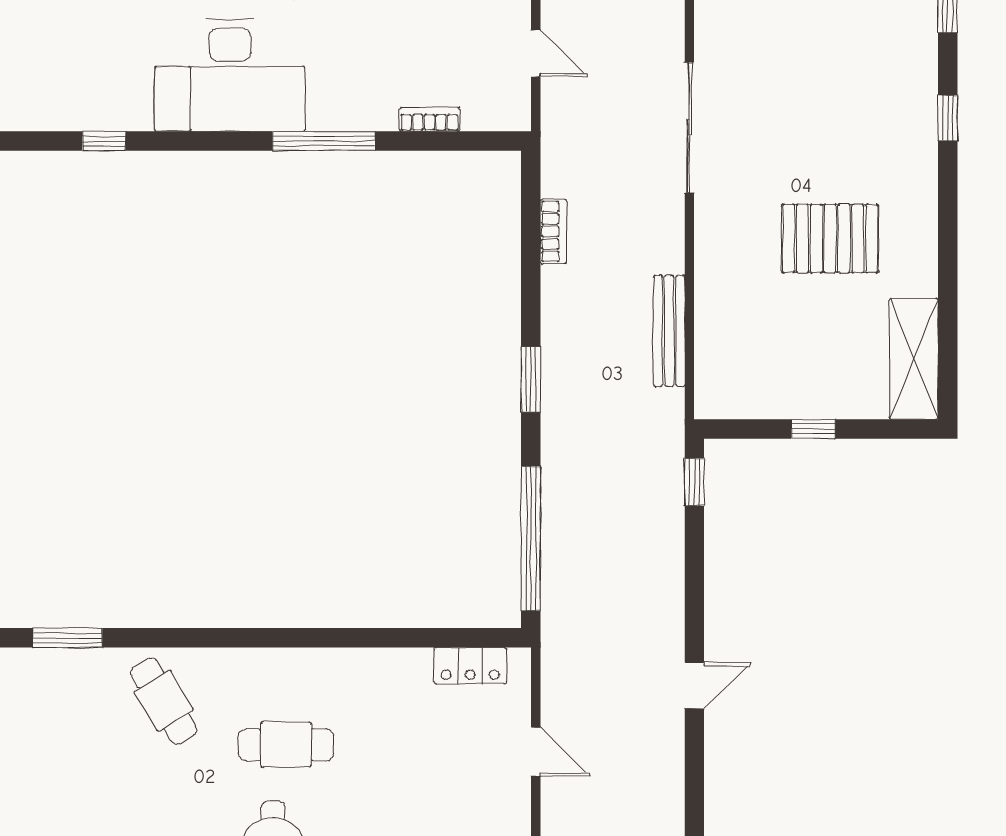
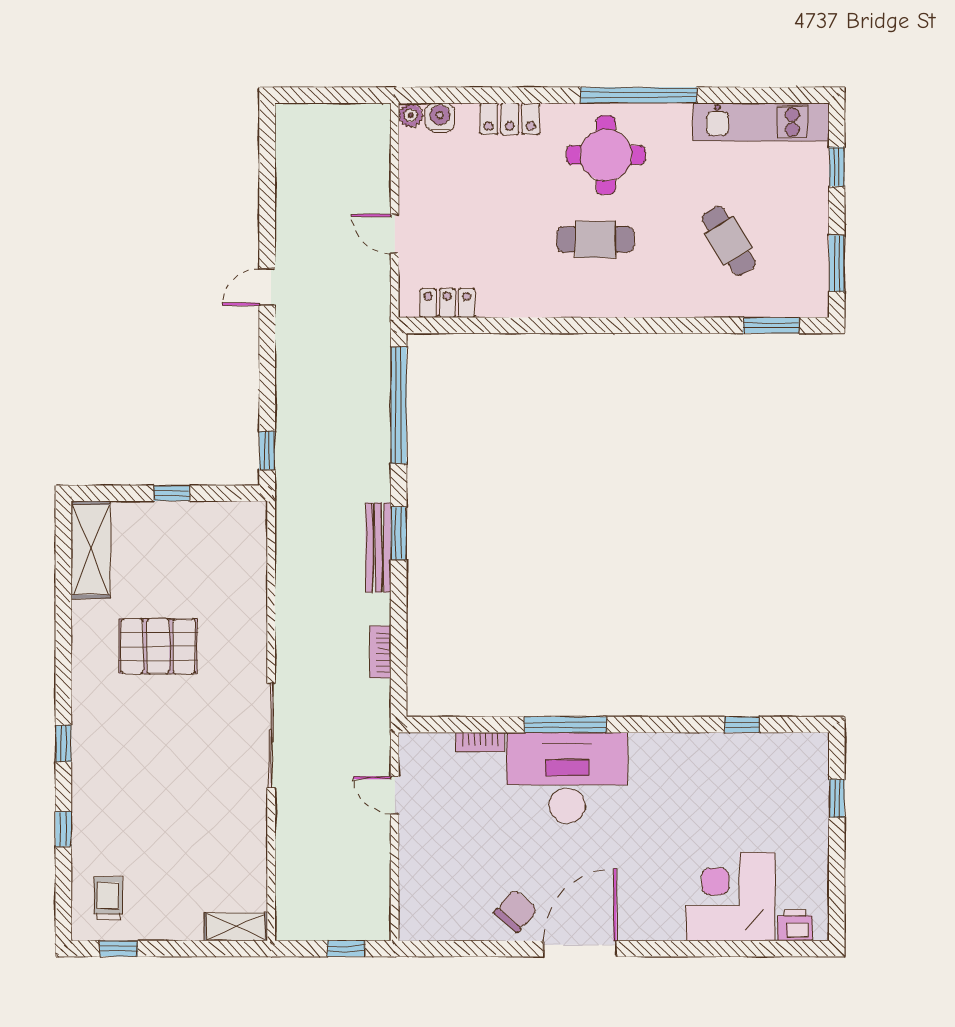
desk: (230, 75) -> (567, 778), moved
bench: (669, 331) -> (378, 548), moved
cafe table: (164, 701) -> (729, 241), moved

